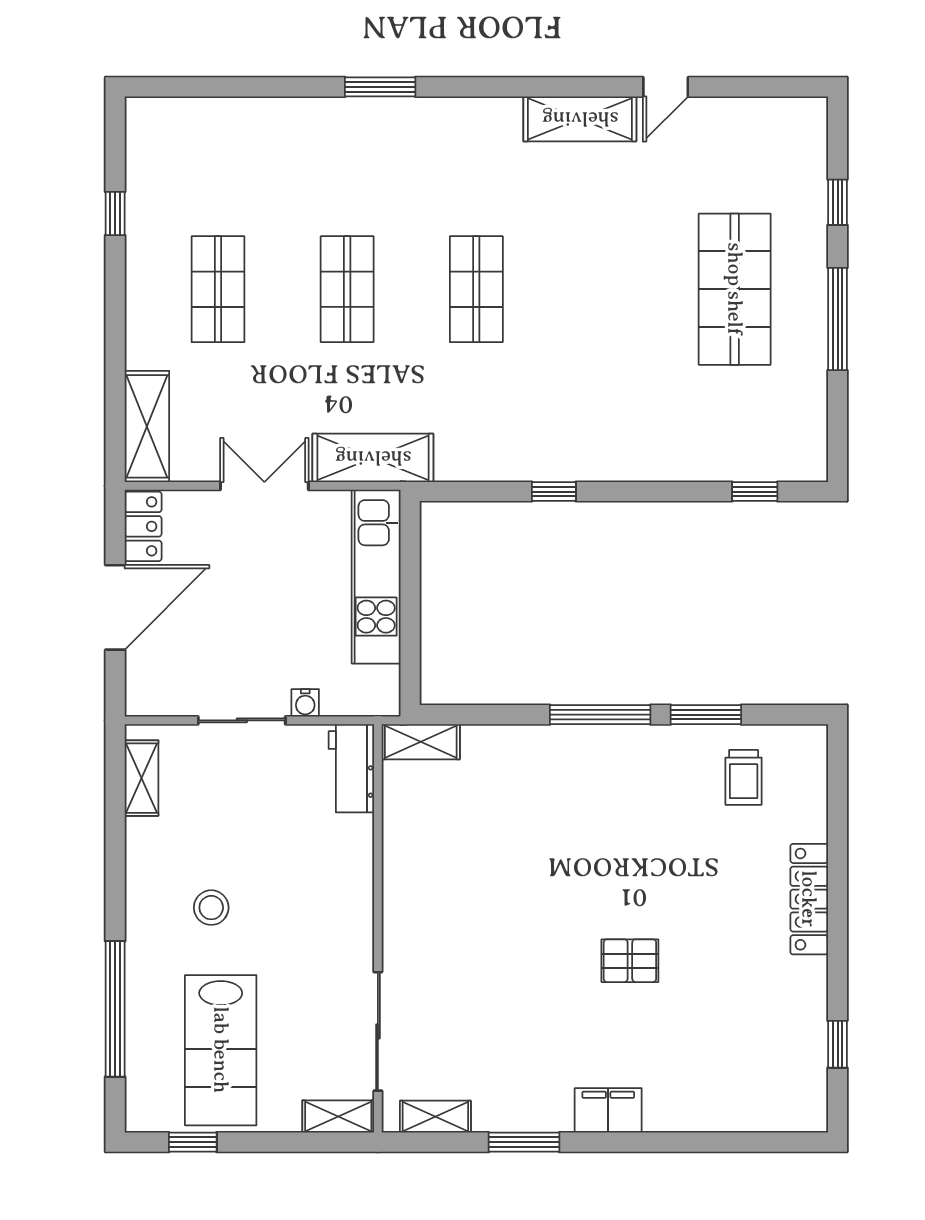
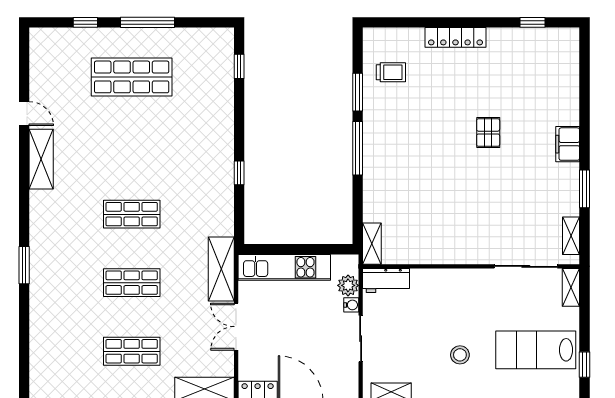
plant: (342, 697) -> (348, 285), added
lab bench: (221, 1050) -> (536, 350), turned 180

